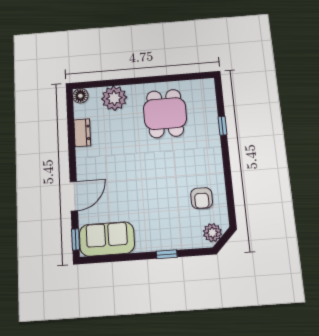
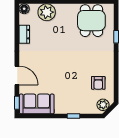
dining table: (165, 114) -> (91, 21), moved
door: (74, 196) -> (17, 75), hinge flipped

